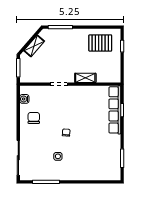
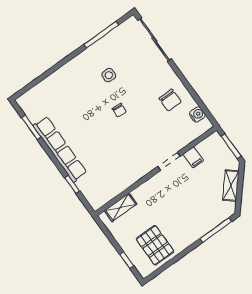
pallet: (100, 43) -> (155, 245), turned 90
filing cabinet: (44, 77) -> (193, 157), added
shelving: (85, 78) -> (121, 207), moved
row of seats: (115, 110) -> (60, 149), moved

